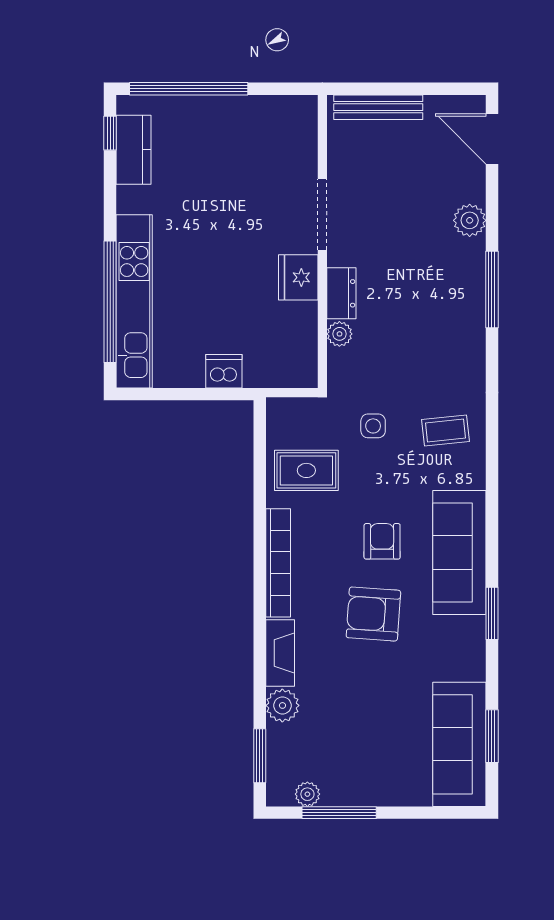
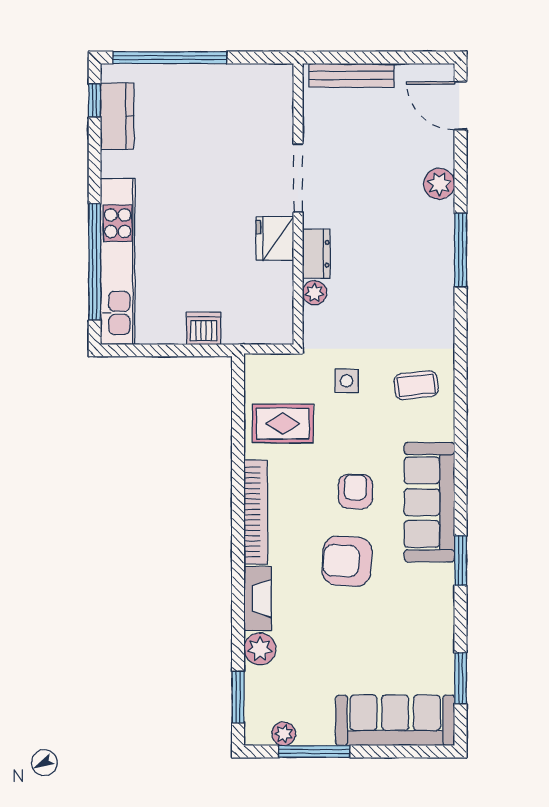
sofa: (459, 744) -> (395, 720), moved, turned 90

